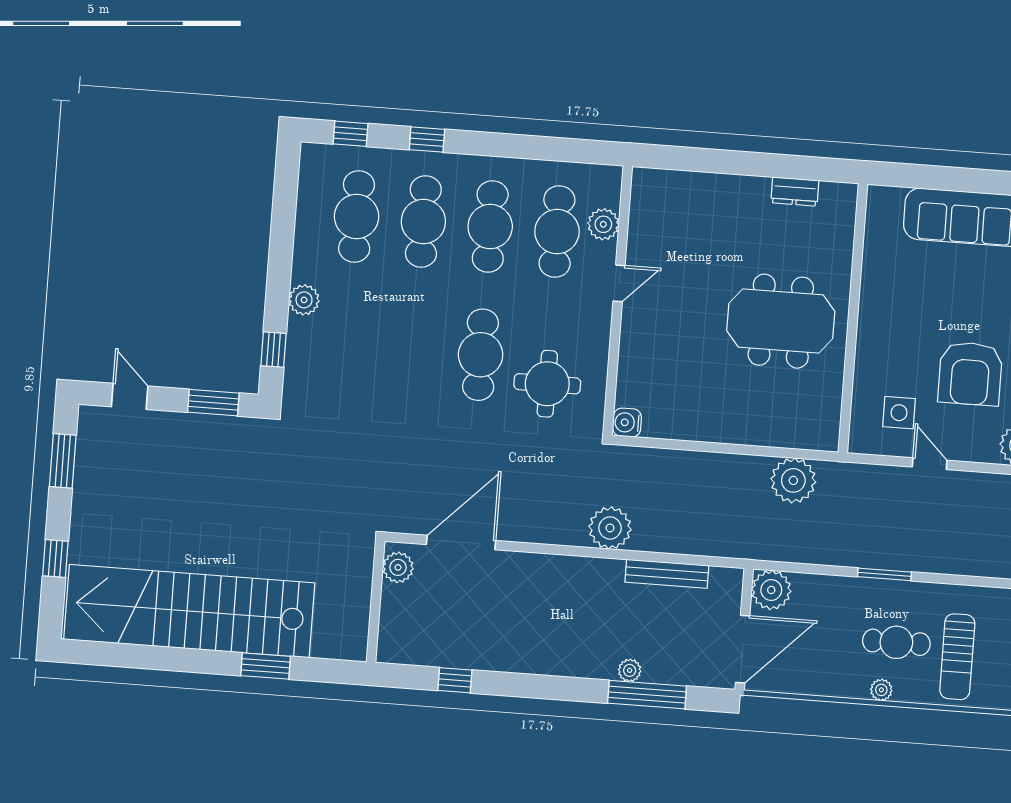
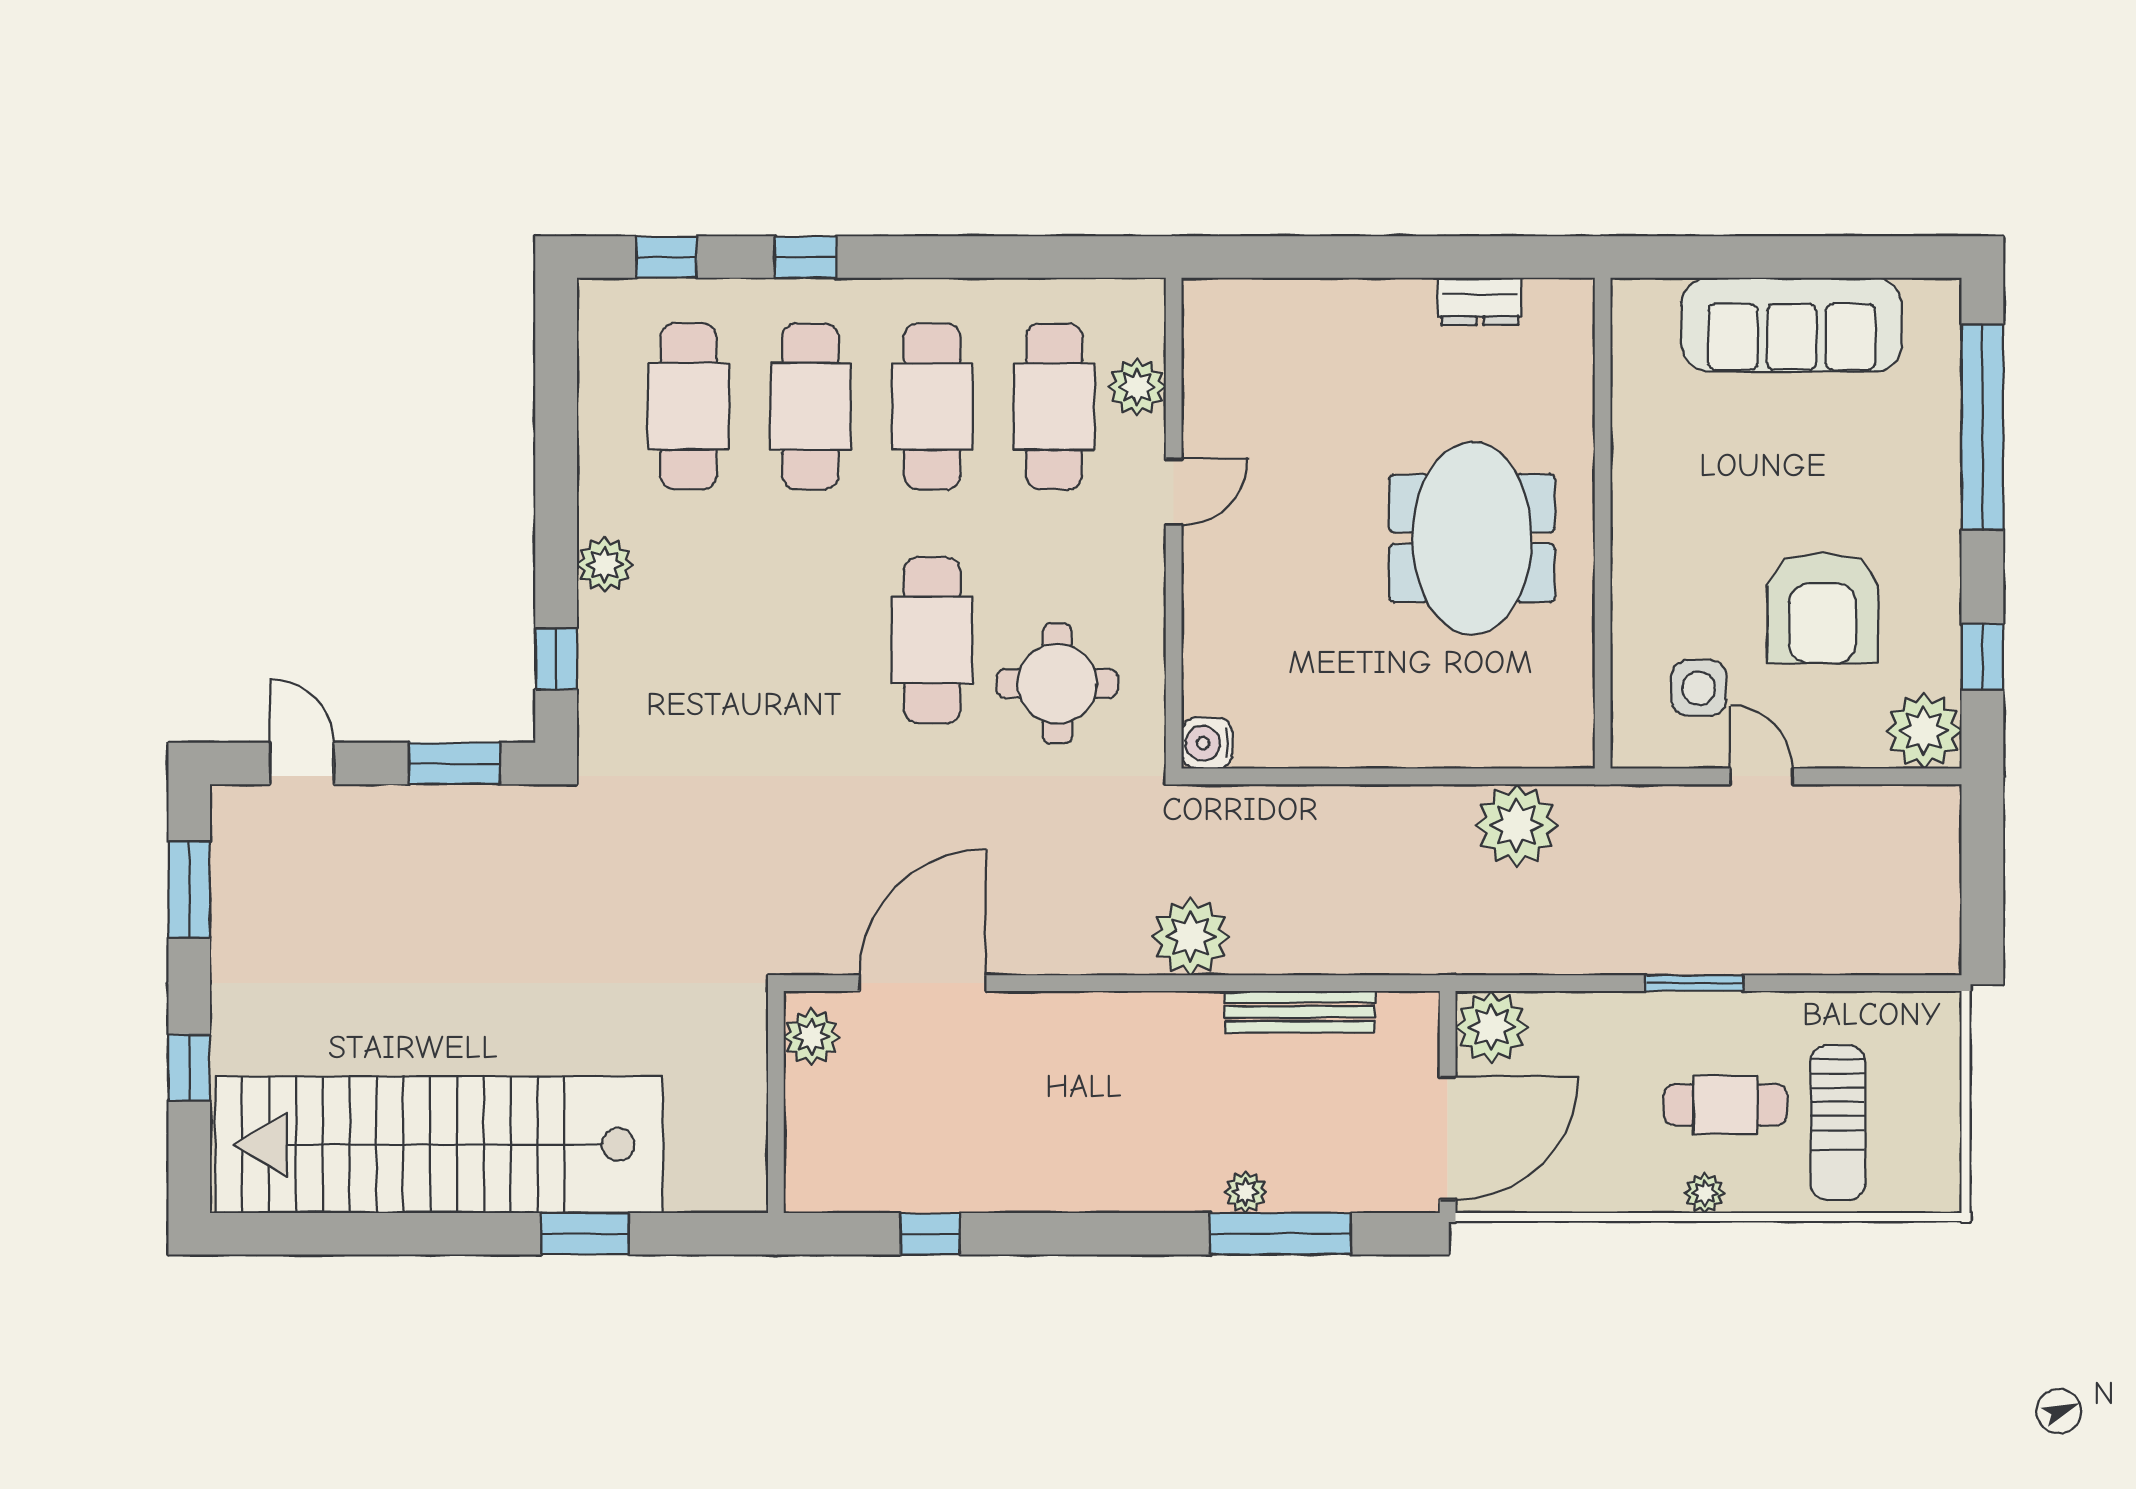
meeting table: (781, 321) -> (1472, 538), turned 90

